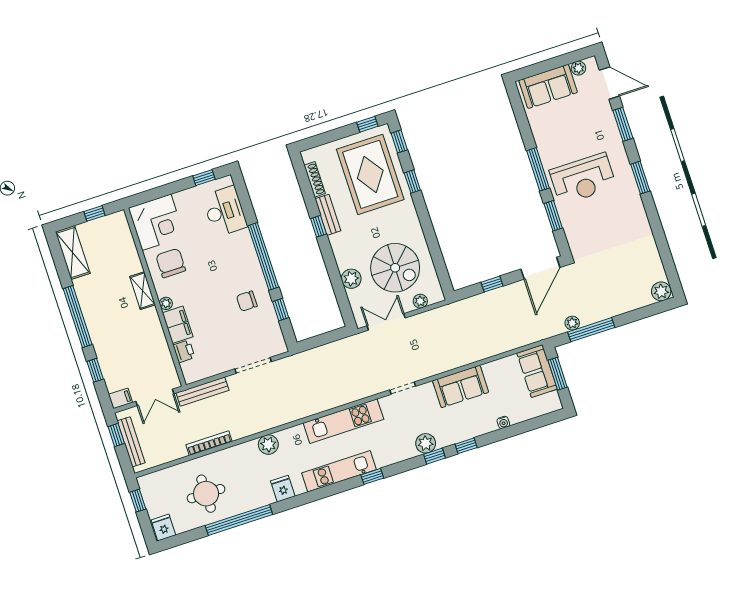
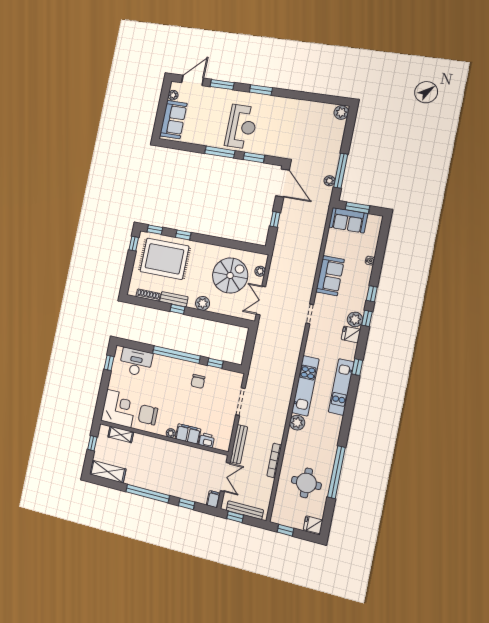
plant: (351, 279) -> (203, 303), moved
shelving: (143, 291) -> (121, 434), moved
kitchen unit: (343, 421) -> (305, 386), moved
fridge: (283, 489) -> (351, 334), moved

